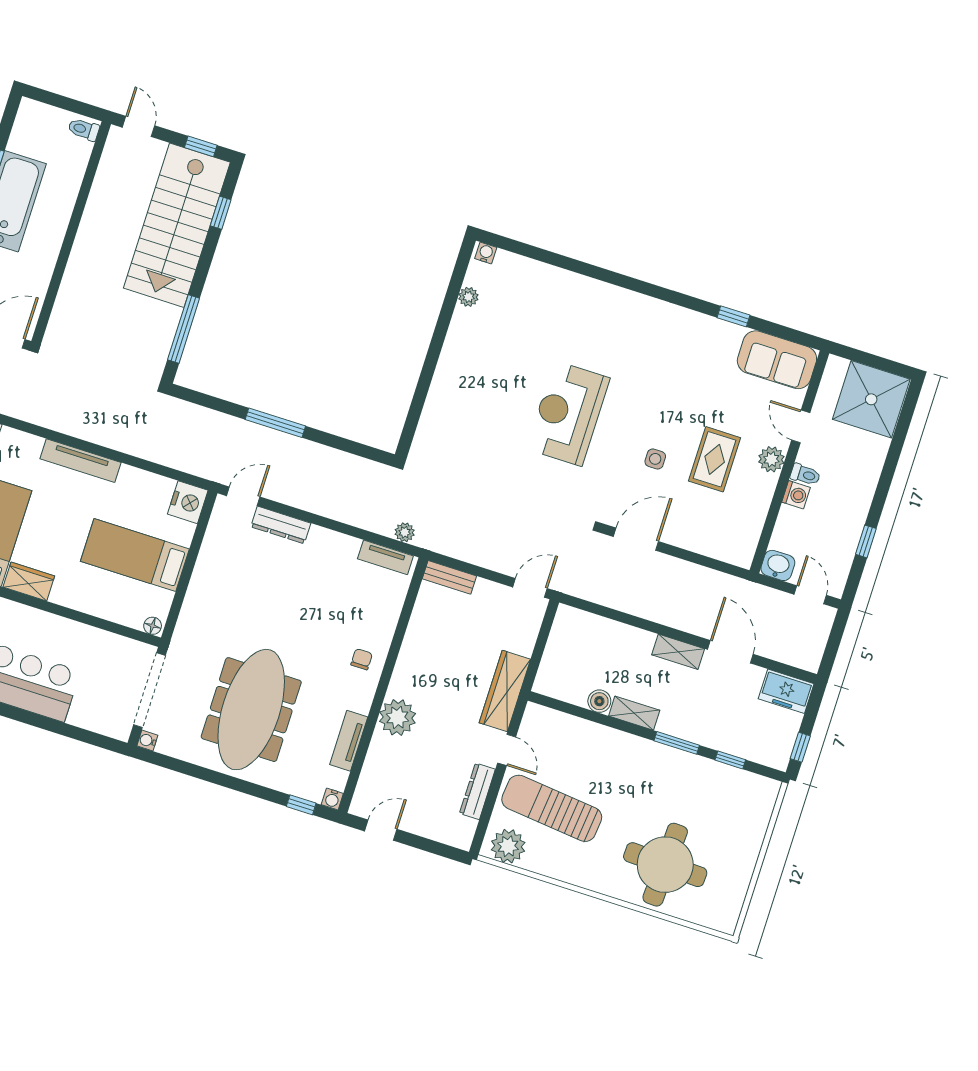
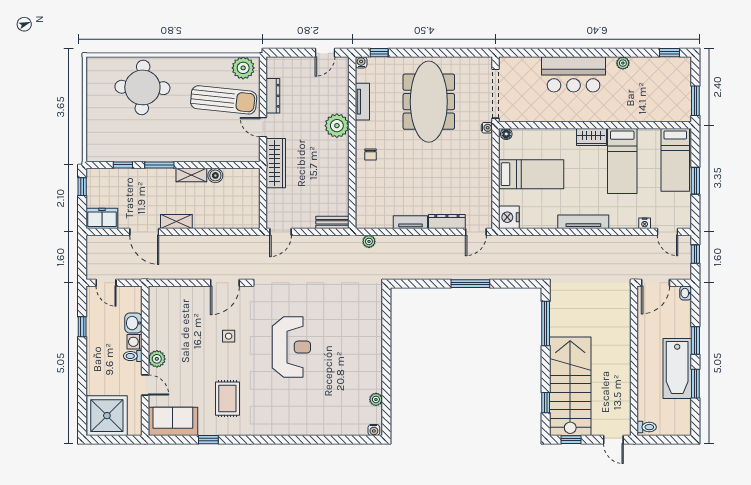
rug: (715, 459) -> (227, 399), moved
tv unit: (385, 557) -> (410, 222), moved
washbasin: (778, 565) -> (133, 323), moved, turned 90
water cooler: (147, 740) -> (487, 128), moved

